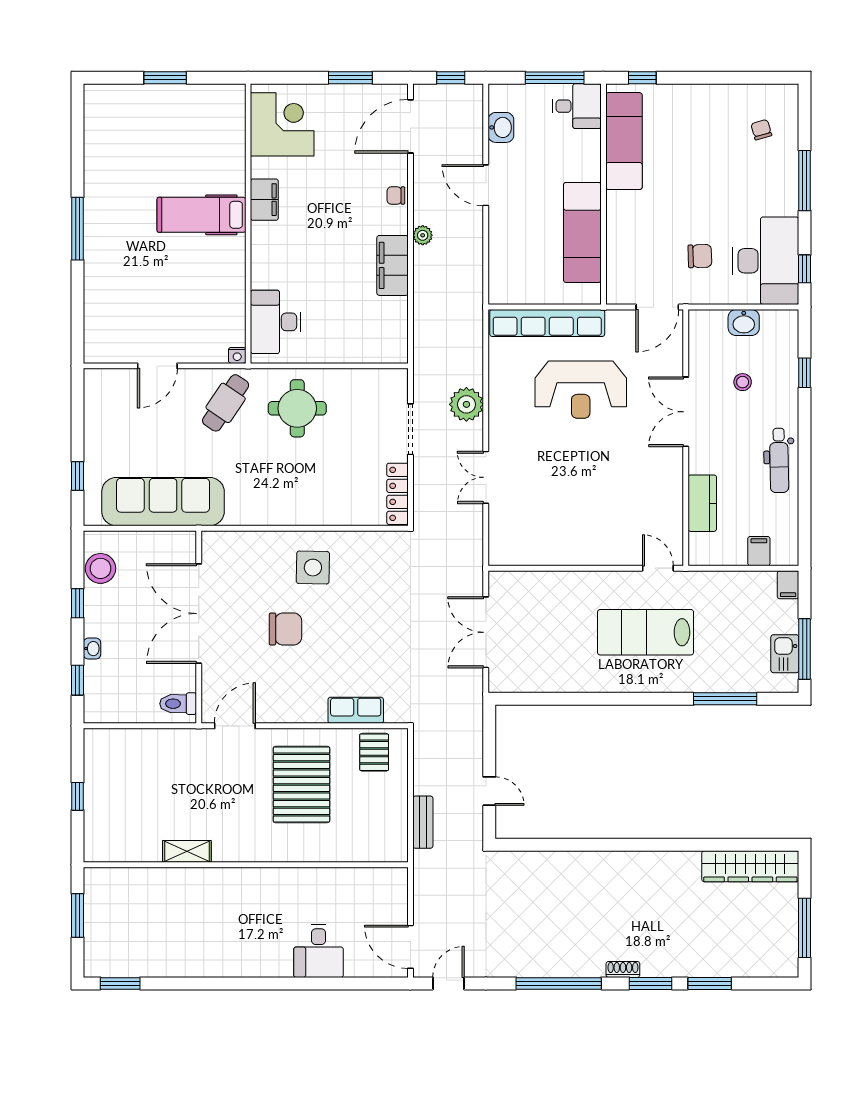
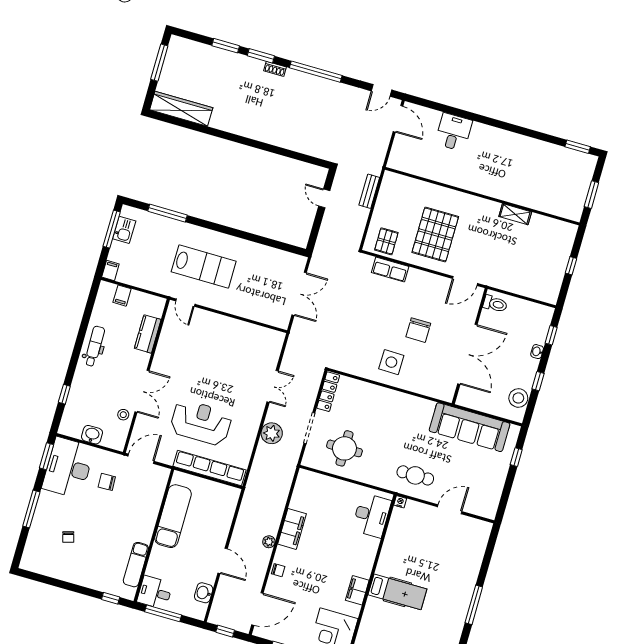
chair: (761, 130) -> (68, 537), moved
exam couch: (624, 141) -> (136, 565), width x0.73, depth x0.69
window: (805, 269) -> (47, 456), width x1.50
stool: (743, 382) -> (123, 415), moved
cafe table: (226, 403) -> (415, 475), turned 56
round table: (297, 408) -> (344, 448), moved
chair: (285, 629) -> (418, 330), turned -90

